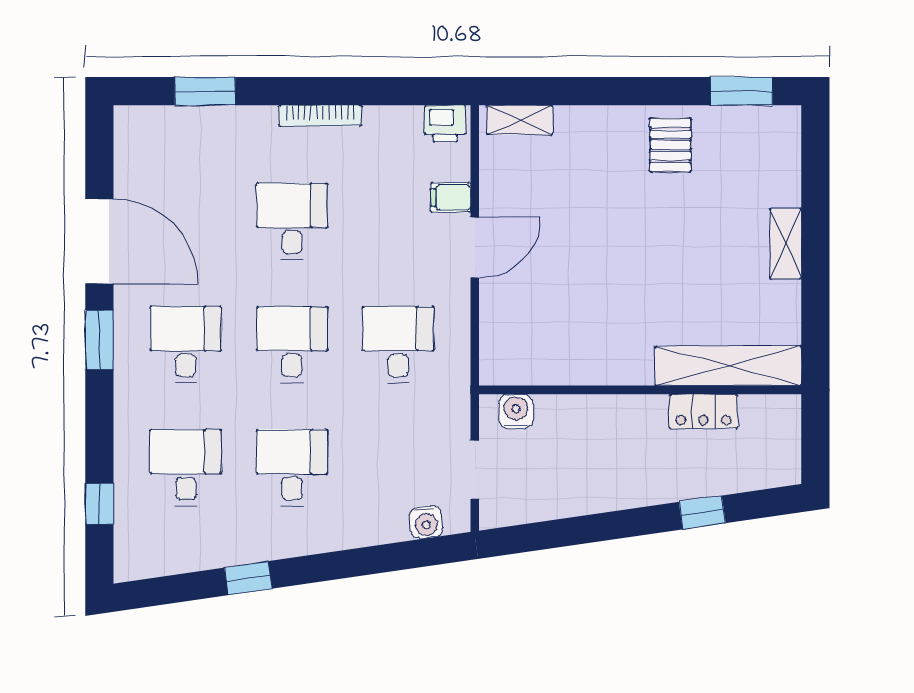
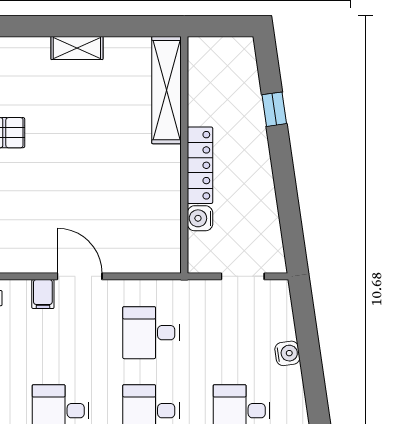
water cooler: (516, 411) -> (200, 218), moved
locker: (704, 411) -> (200, 165), moved, width x1.53
water cooler: (426, 522) -> (287, 353), moved

